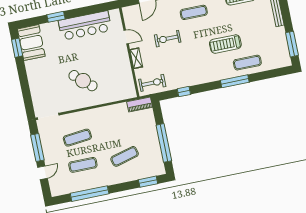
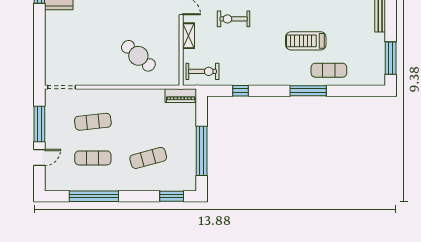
cafe table: (83, 81) -> (138, 56), moved

